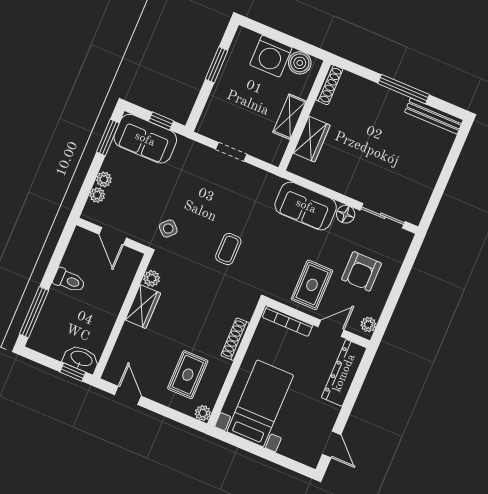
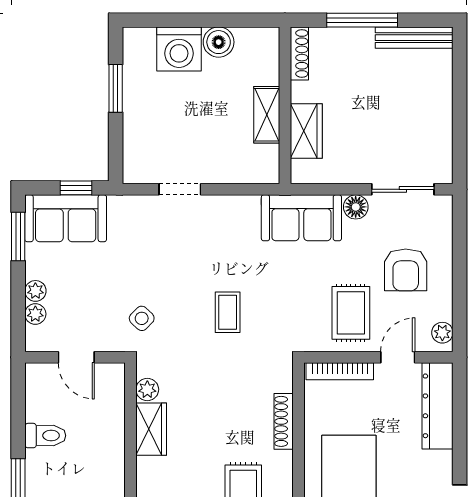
shoe rack: (329, 84) -> (299, 53), moved
wall: (305, 116) -> (285, 105), moved
shelving: (290, 117) -> (267, 115), moved
wardrobe: (312, 139) -> (306, 131), moved

